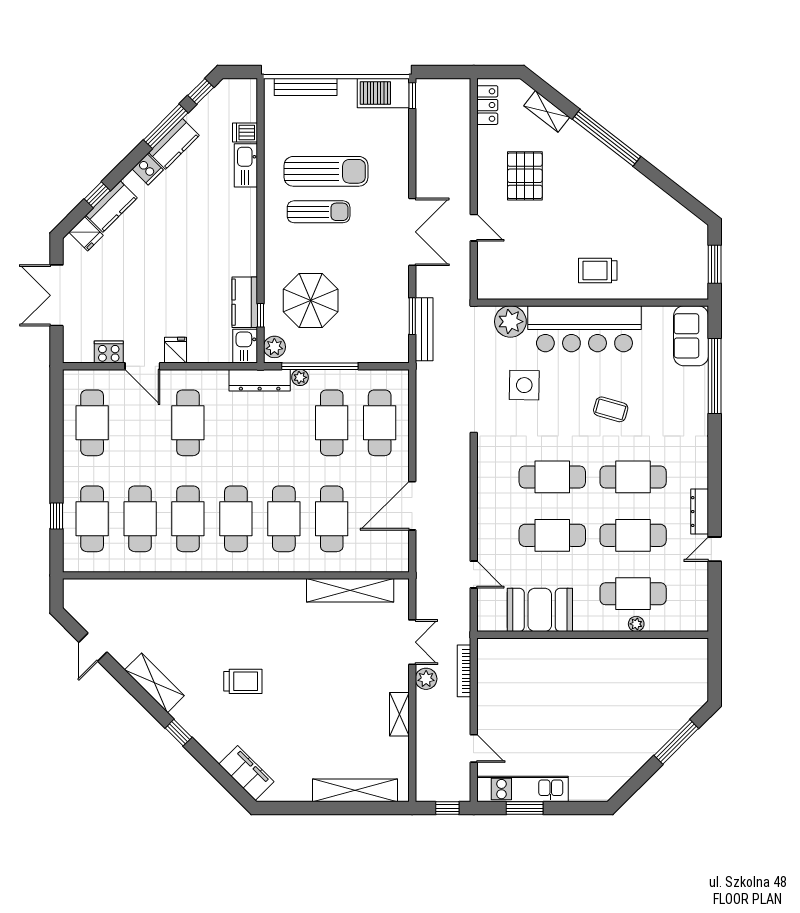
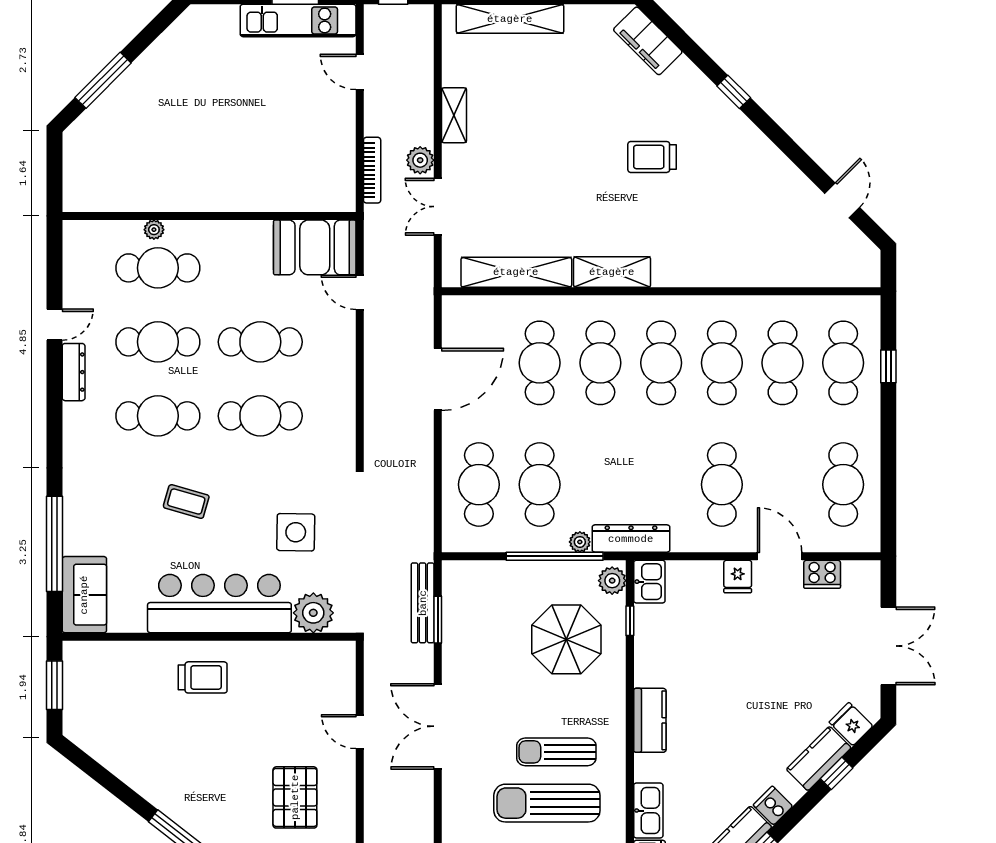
kitchen counter: (245, 302) -> (650, 720), moved
booth: (540, 610) -> (315, 247), moved
shelving: (154, 683) -> (612, 272), moved, turned -45

